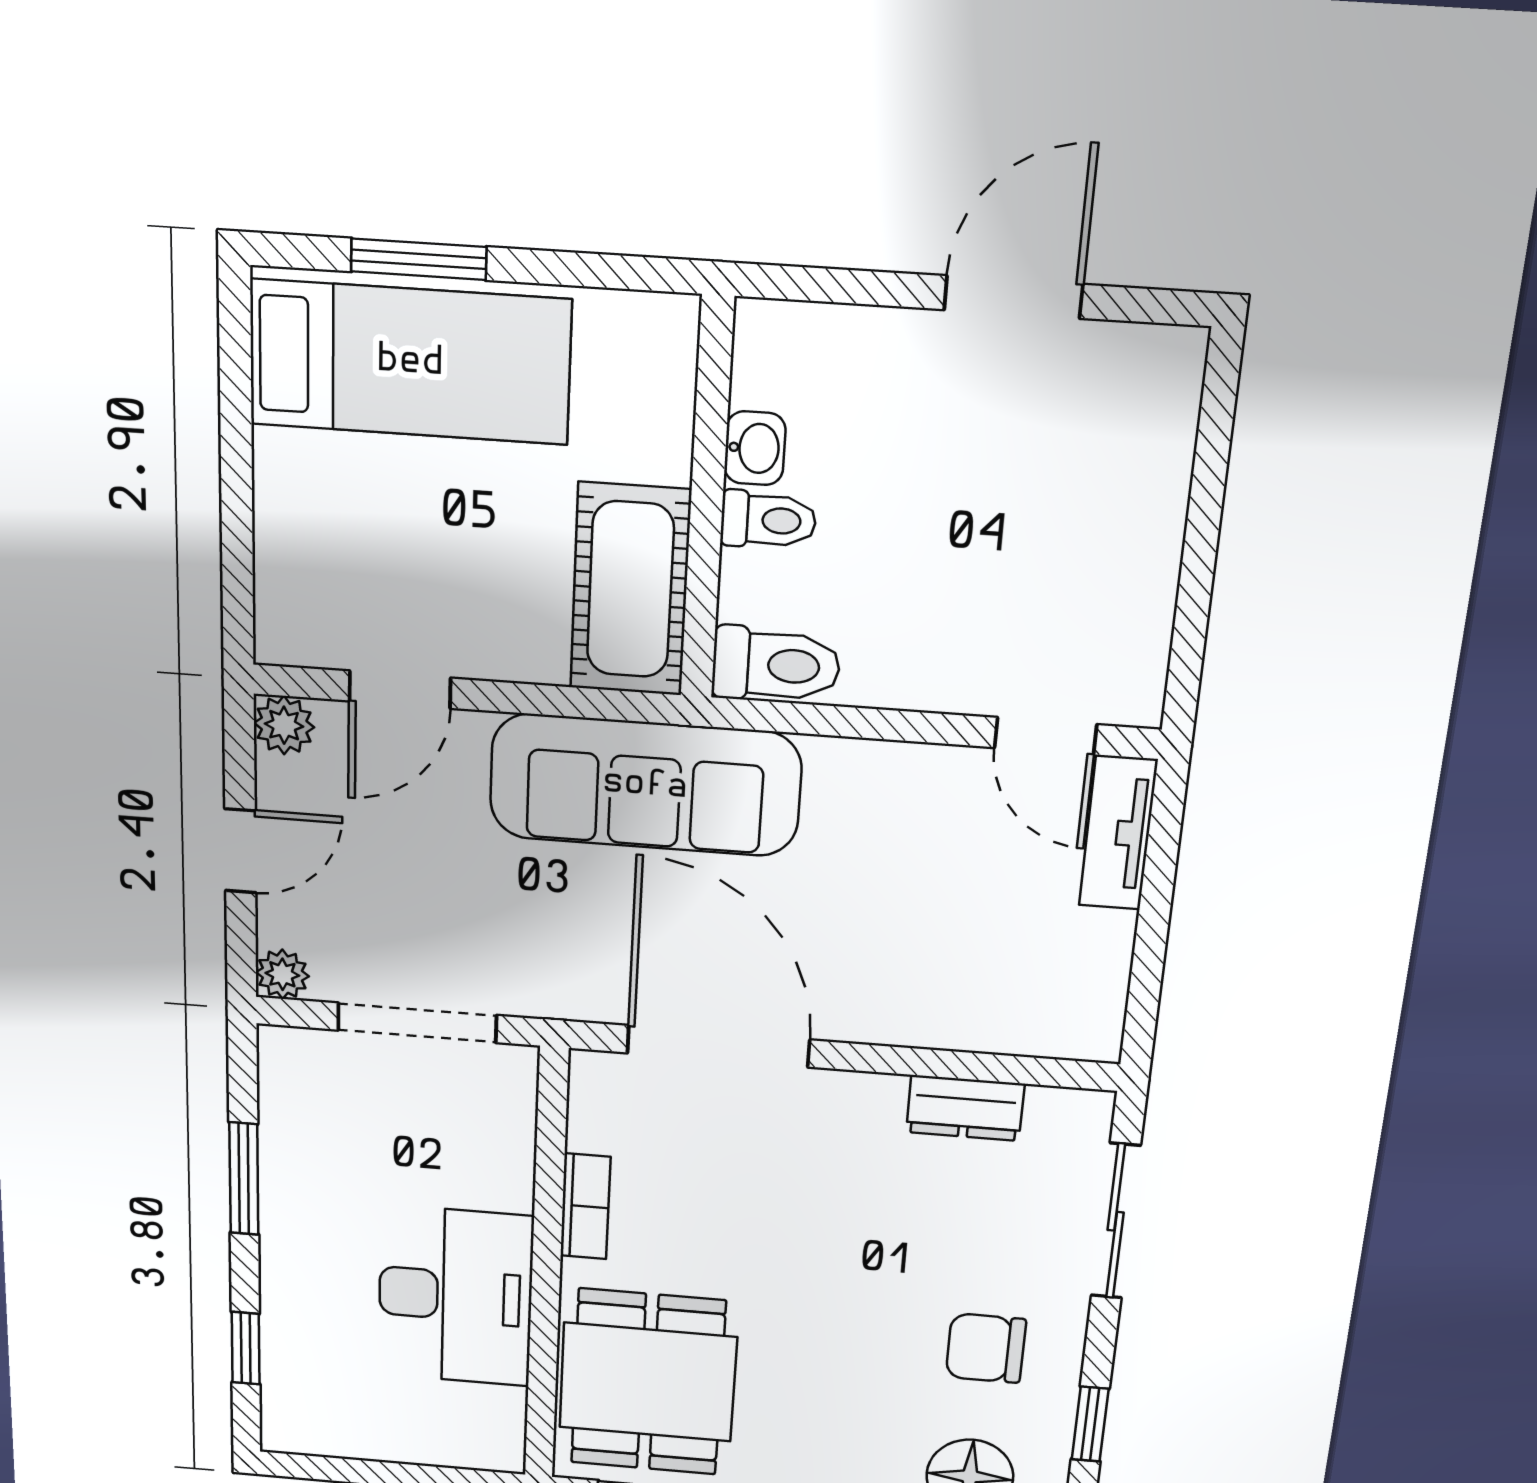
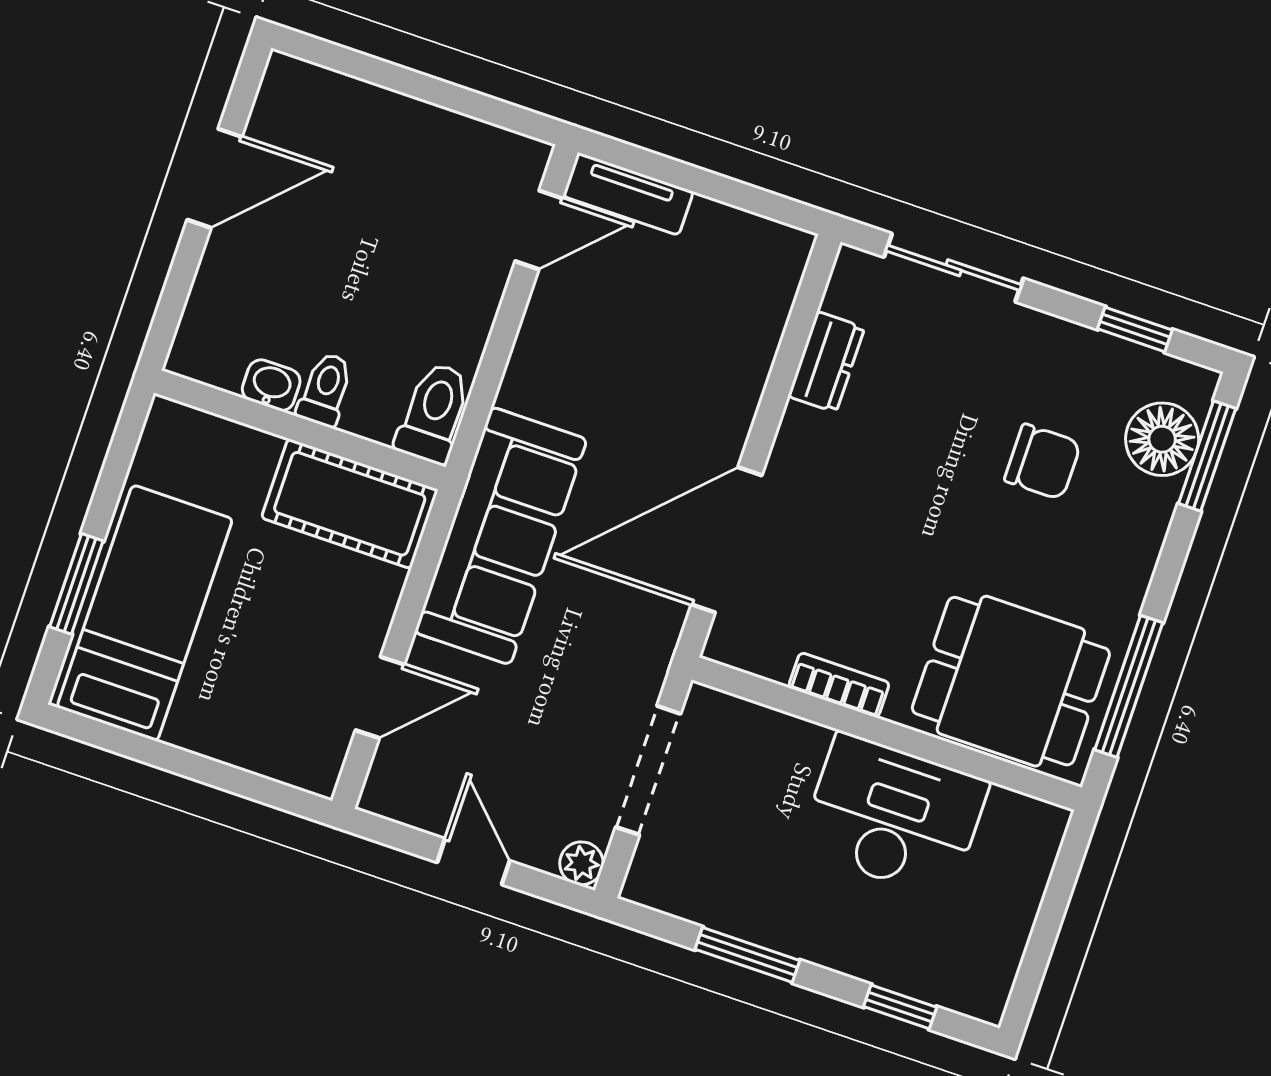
door: (1013, 297) -> (215, 178), swing flipped
door: (400, 690) -> (380, 697), hinge flipped
plant: (284, 725) -> (384, 794), removed
chair: (986, 1348) -> (1043, 462), moved, turned -90

